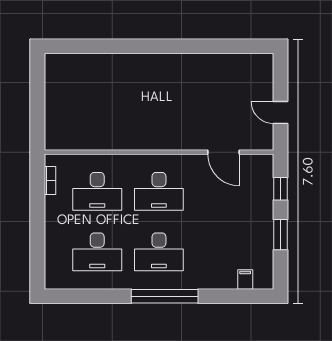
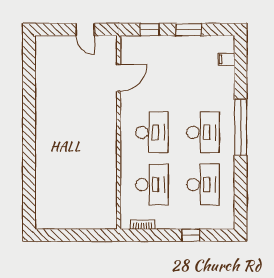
door: (280, 113) -> (85, 30), hinge flipped
window: (37, 237) -> (191, 235), added

